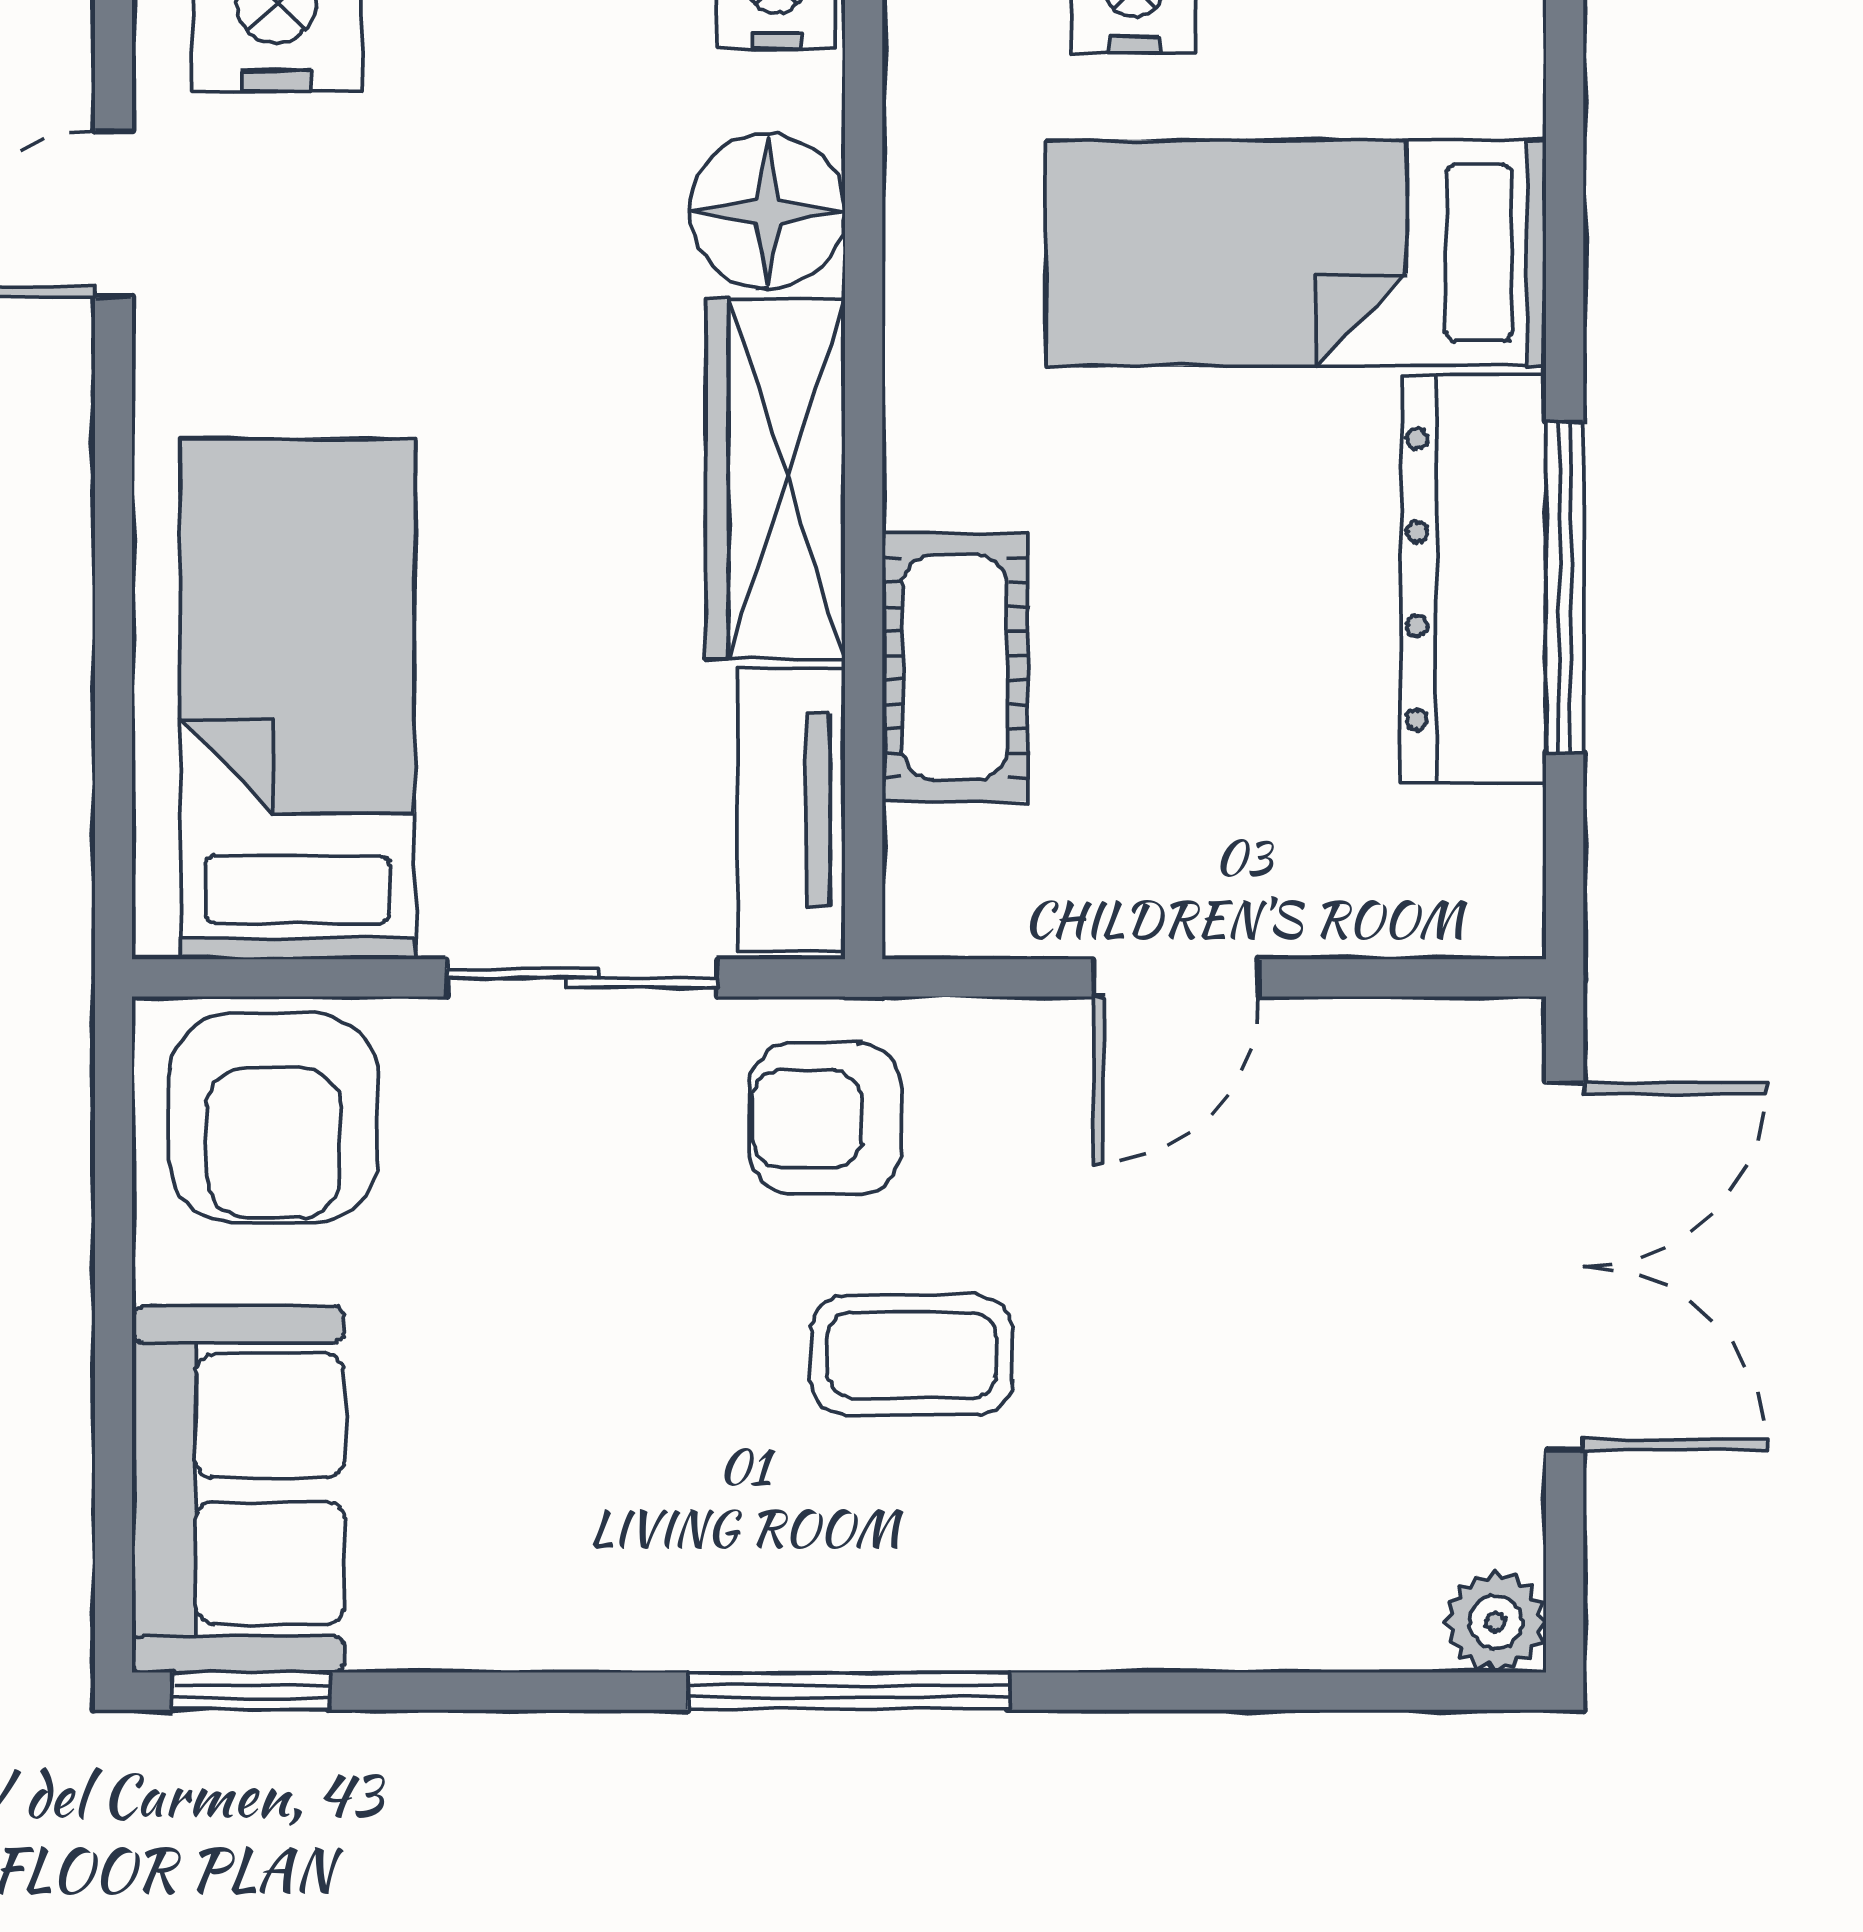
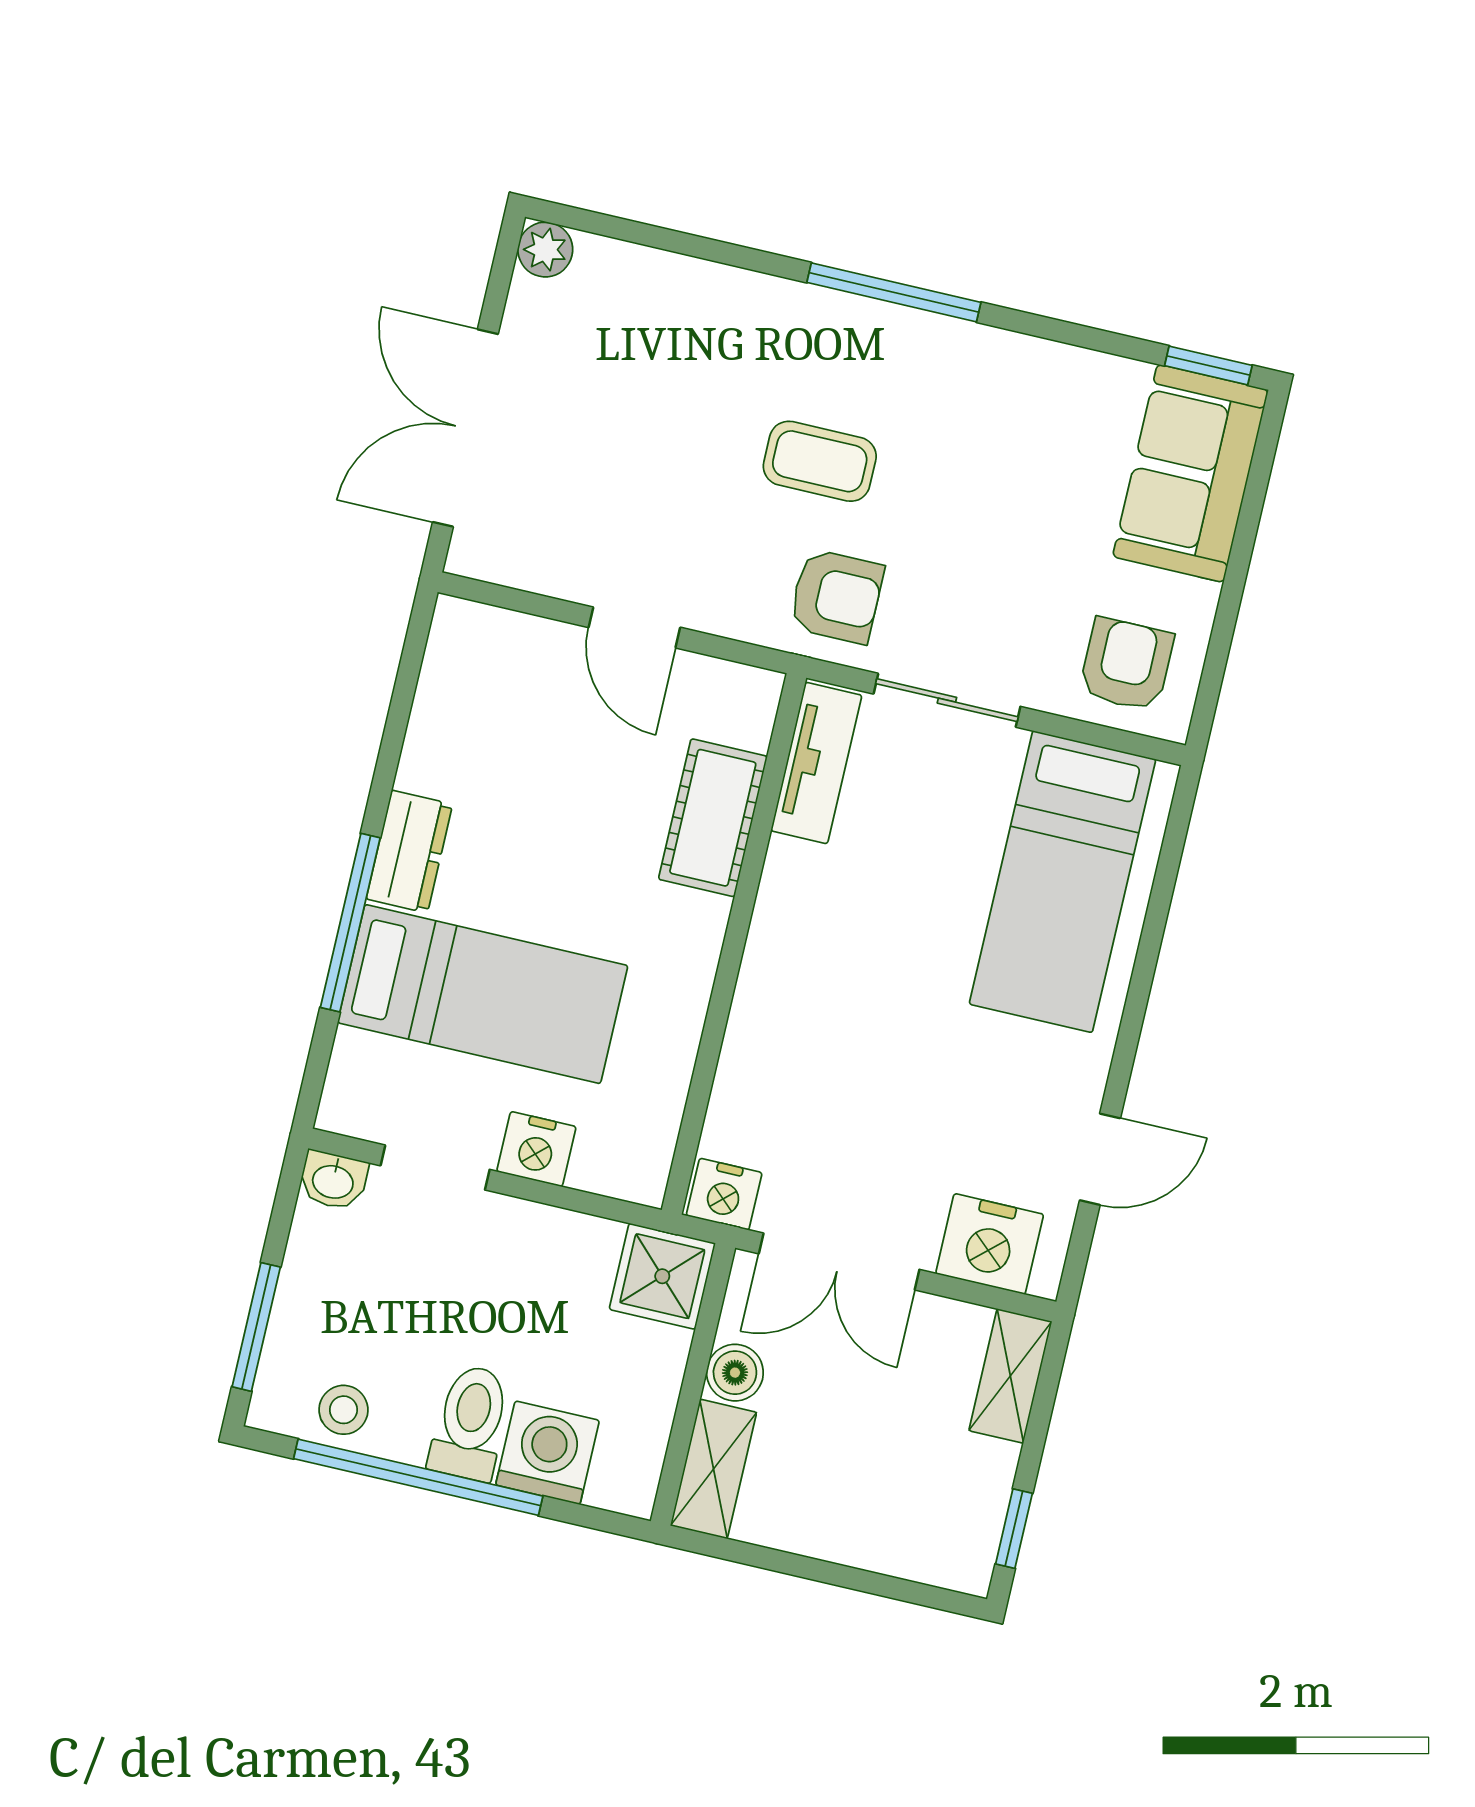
floor lamp: (767, 211) -> (756, 1081), removed
wardrobe: (776, 479) -> (784, 939), removed
dresser: (1474, 579) -> (409, 852), width x0.51, depth x0.80
window: (1565, 587) -> (350, 923), moved
door: (1176, 978) -> (634, 627), swing flipped
armchair: (273, 1118) -> (1126, 664), width x0.72, depth x0.72

